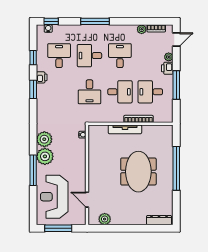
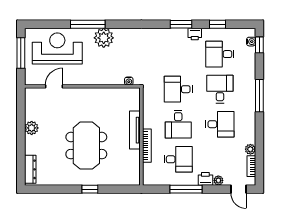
desk: (59, 56) -> (220, 54), turned 180
desk: (150, 92) -> (178, 159), turned 90
plant: (44, 139) -> (124, 37), removed
window: (176, 168) -> (90, 189), width x0.32
meeting table: (138, 172) -> (86, 146), turned 90
plant: (105, 219) -> (32, 128), moved

